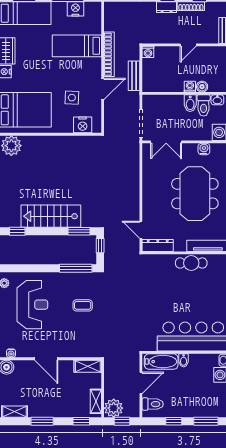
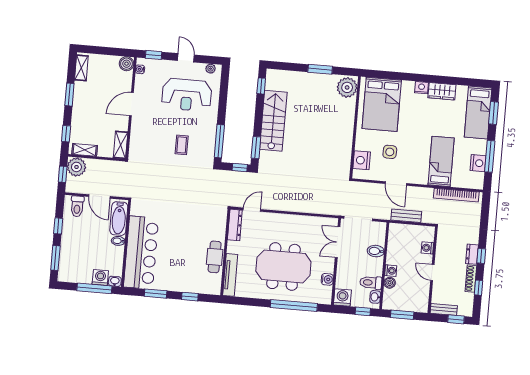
washing machine: (148, 52) -> (427, 248), moved
bookcase: (109, 54) -> (456, 195), moved
bidet: (190, 103) -> (376, 251), moved

